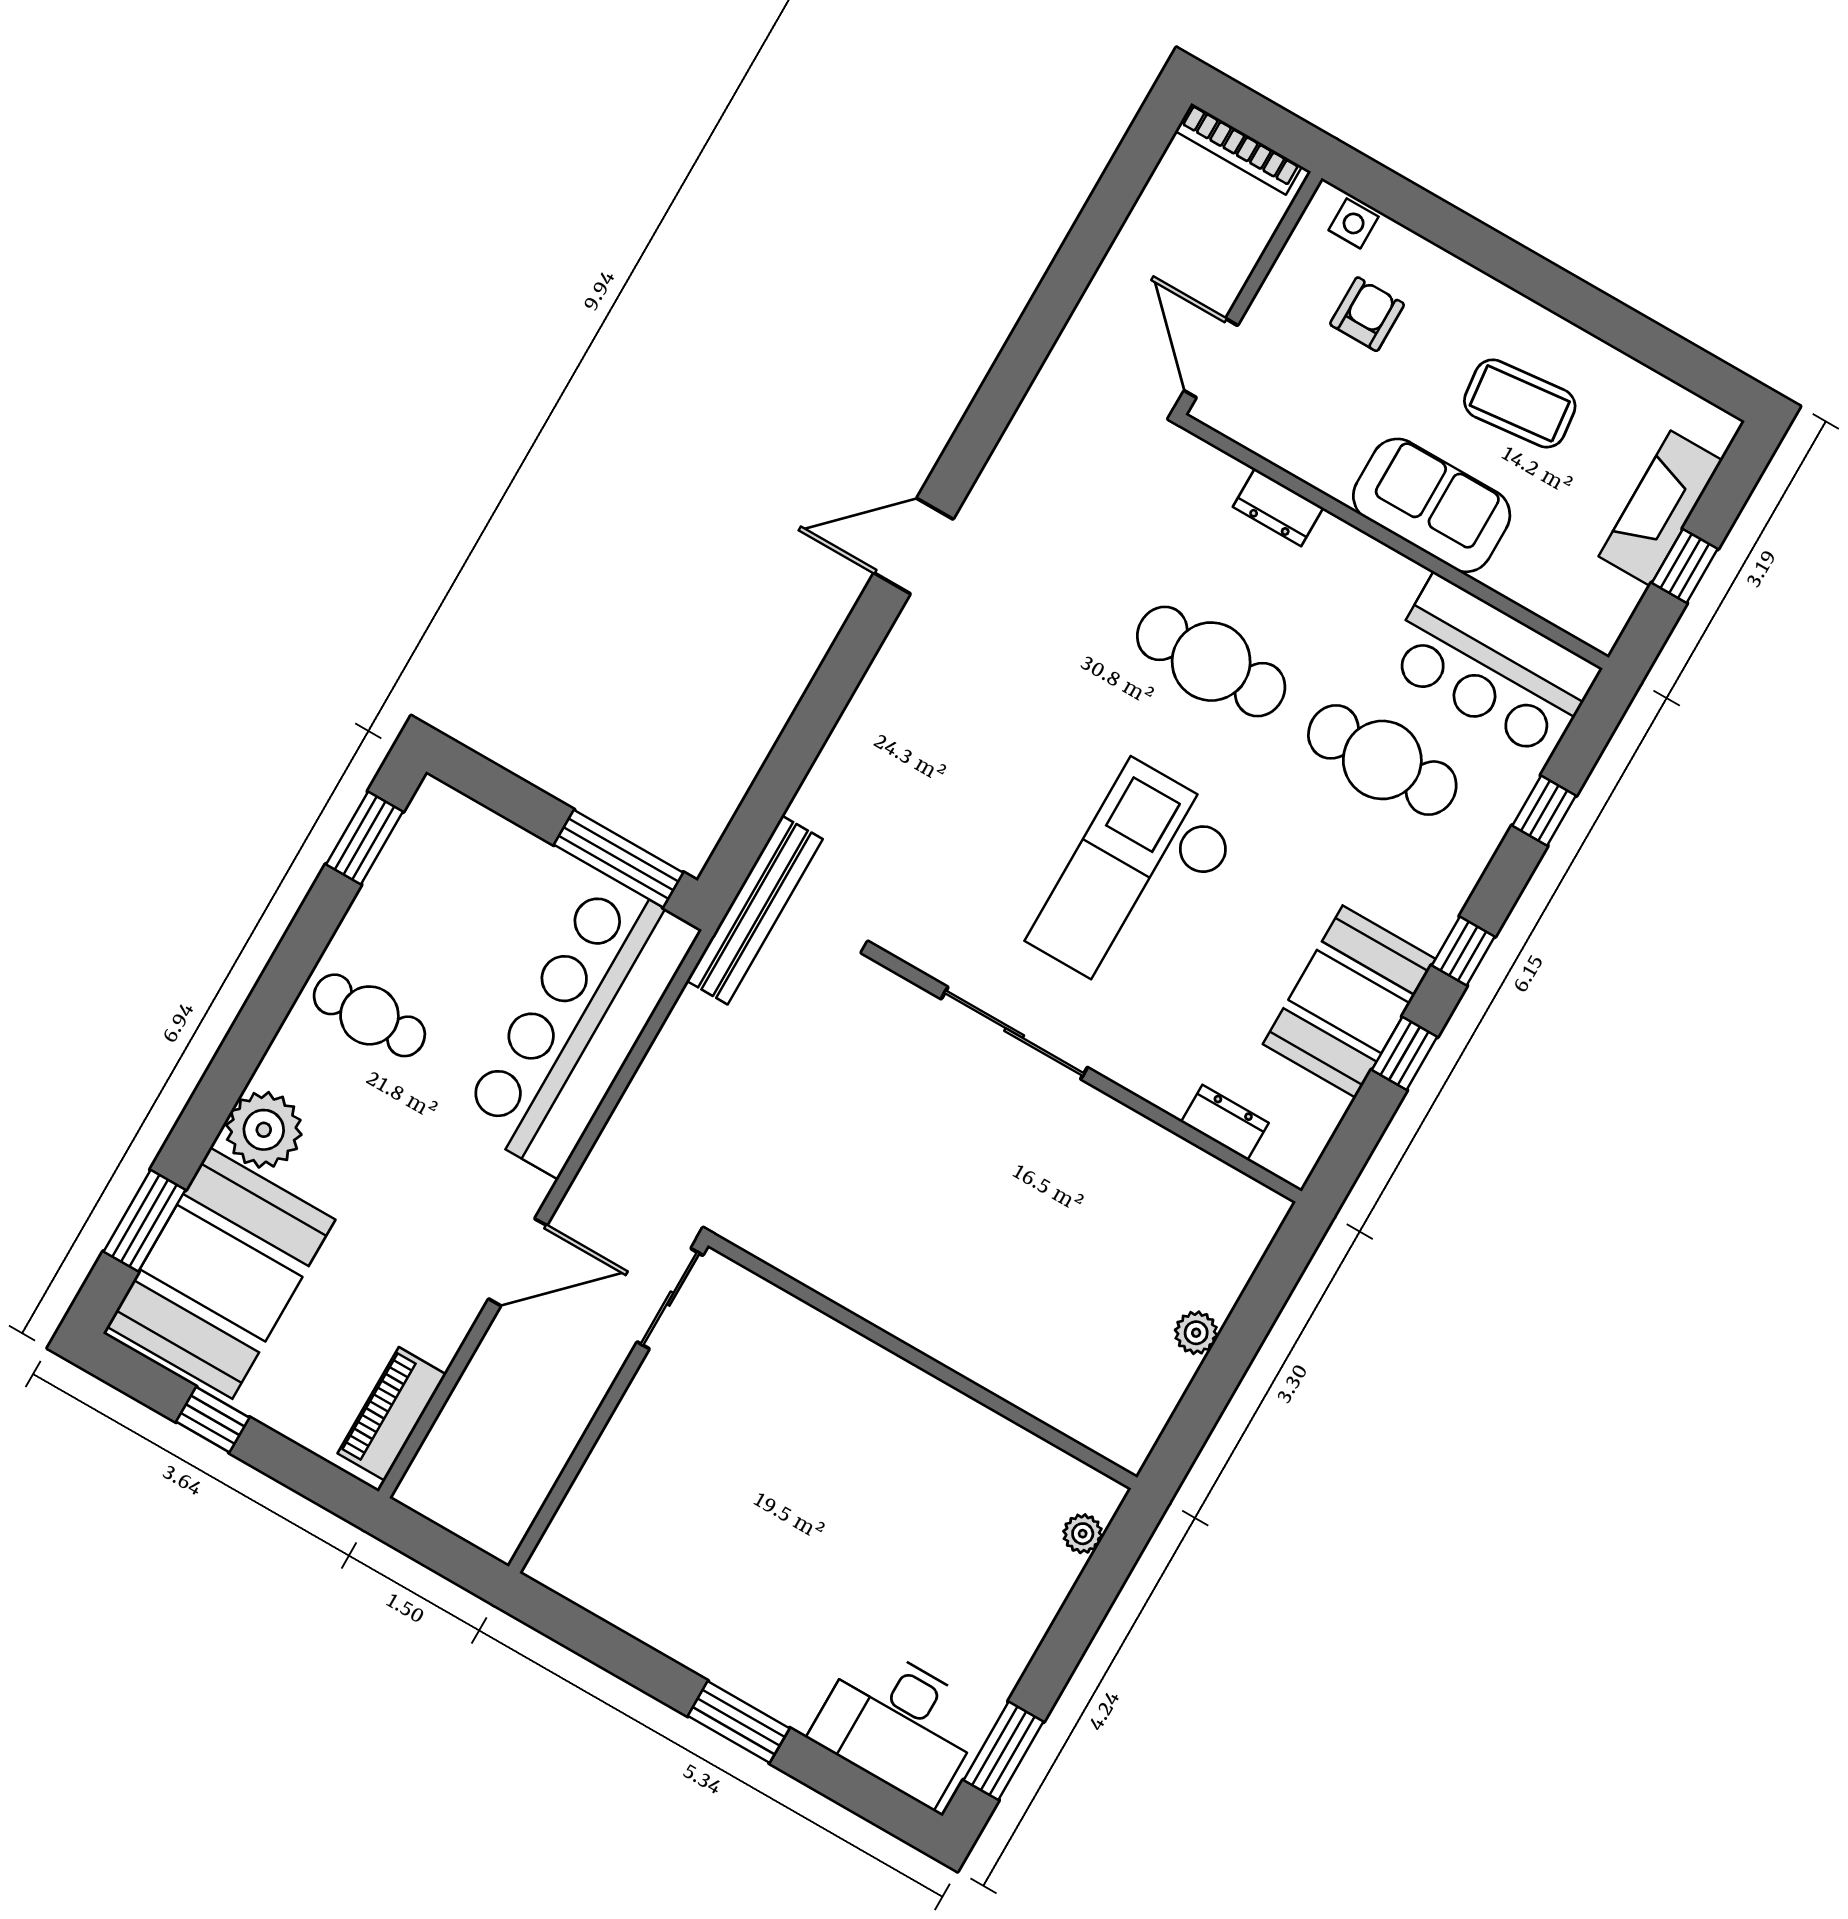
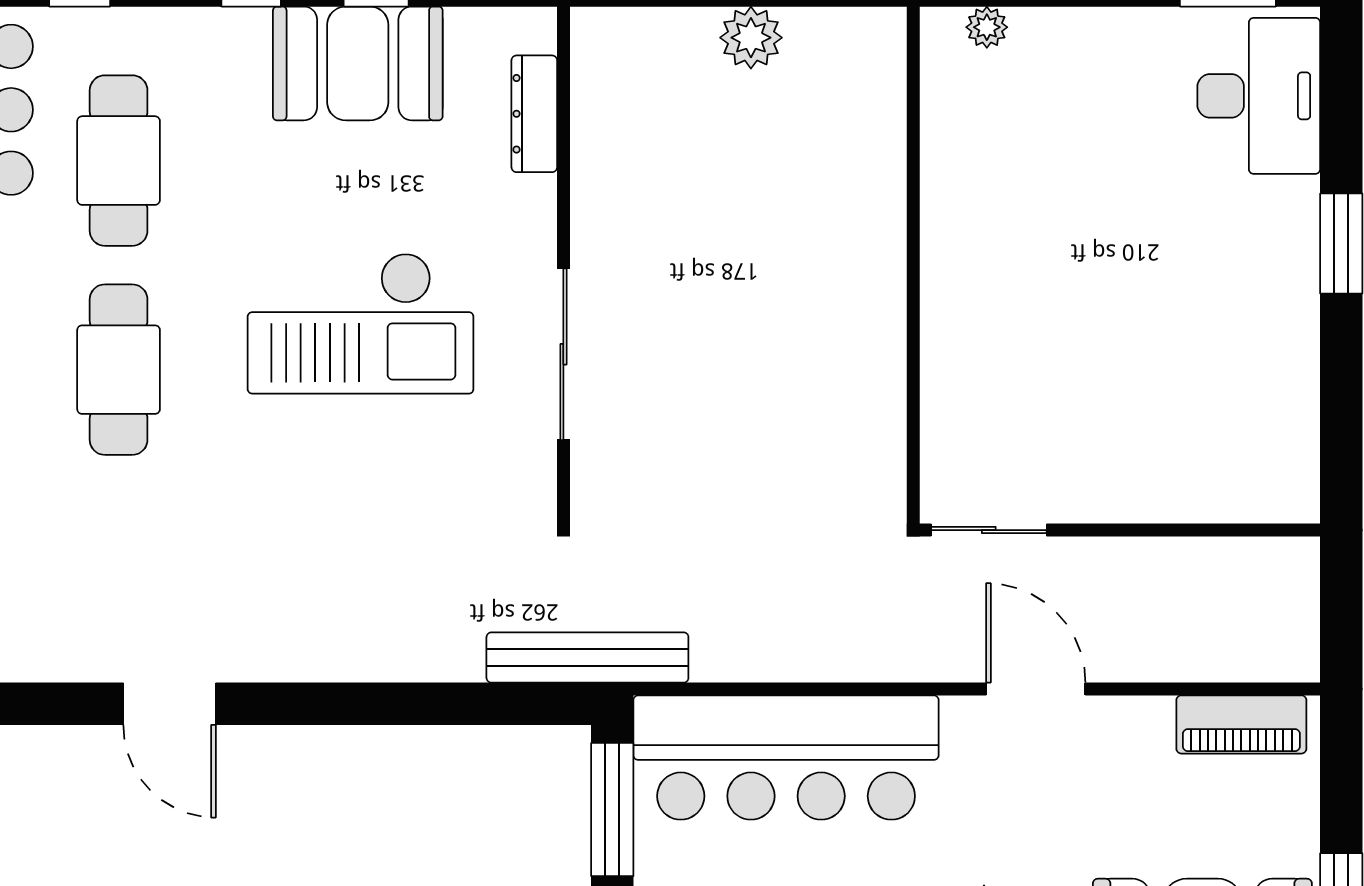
dresser: (1225, 1122) -> (534, 114), width x1.44
plant: (1196, 1333) -> (751, 38), width x1.38, depth x1.38

